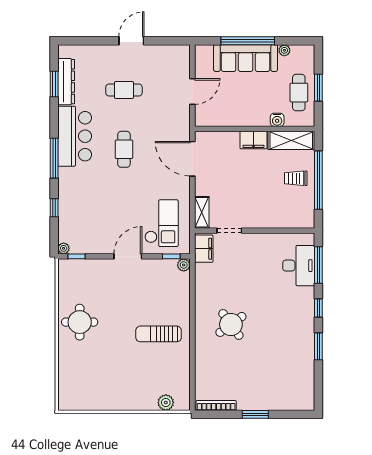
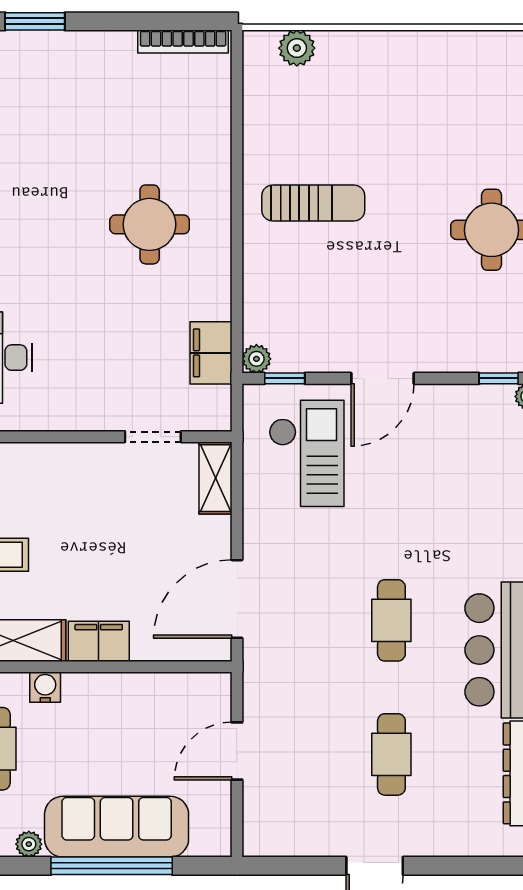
cafe table: (124, 90) -> (391, 754), turned 90
door: (192, 159) -> (237, 599), swing flipped
checkout: (161, 223) -> (307, 453), turned 180
filing cabinet: (204, 249) -> (211, 353), moved
round table: (231, 324) -> (150, 224), turned 36
window: (255, 414) -> (35, 21), moved

